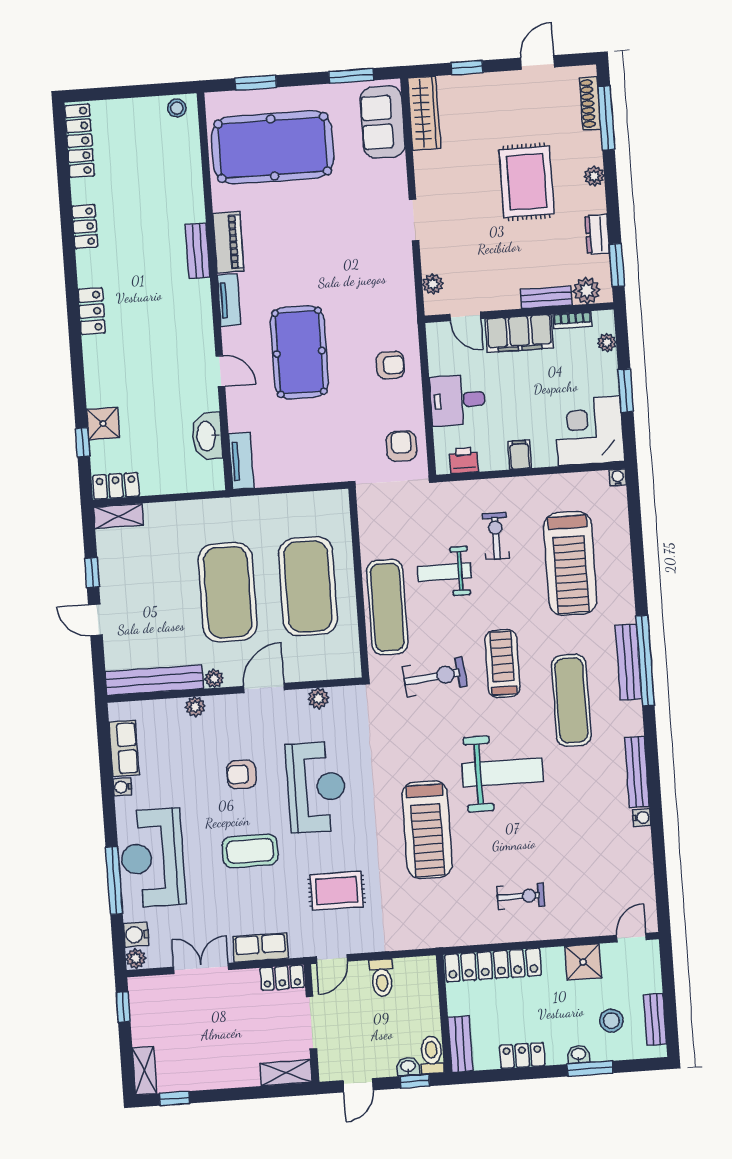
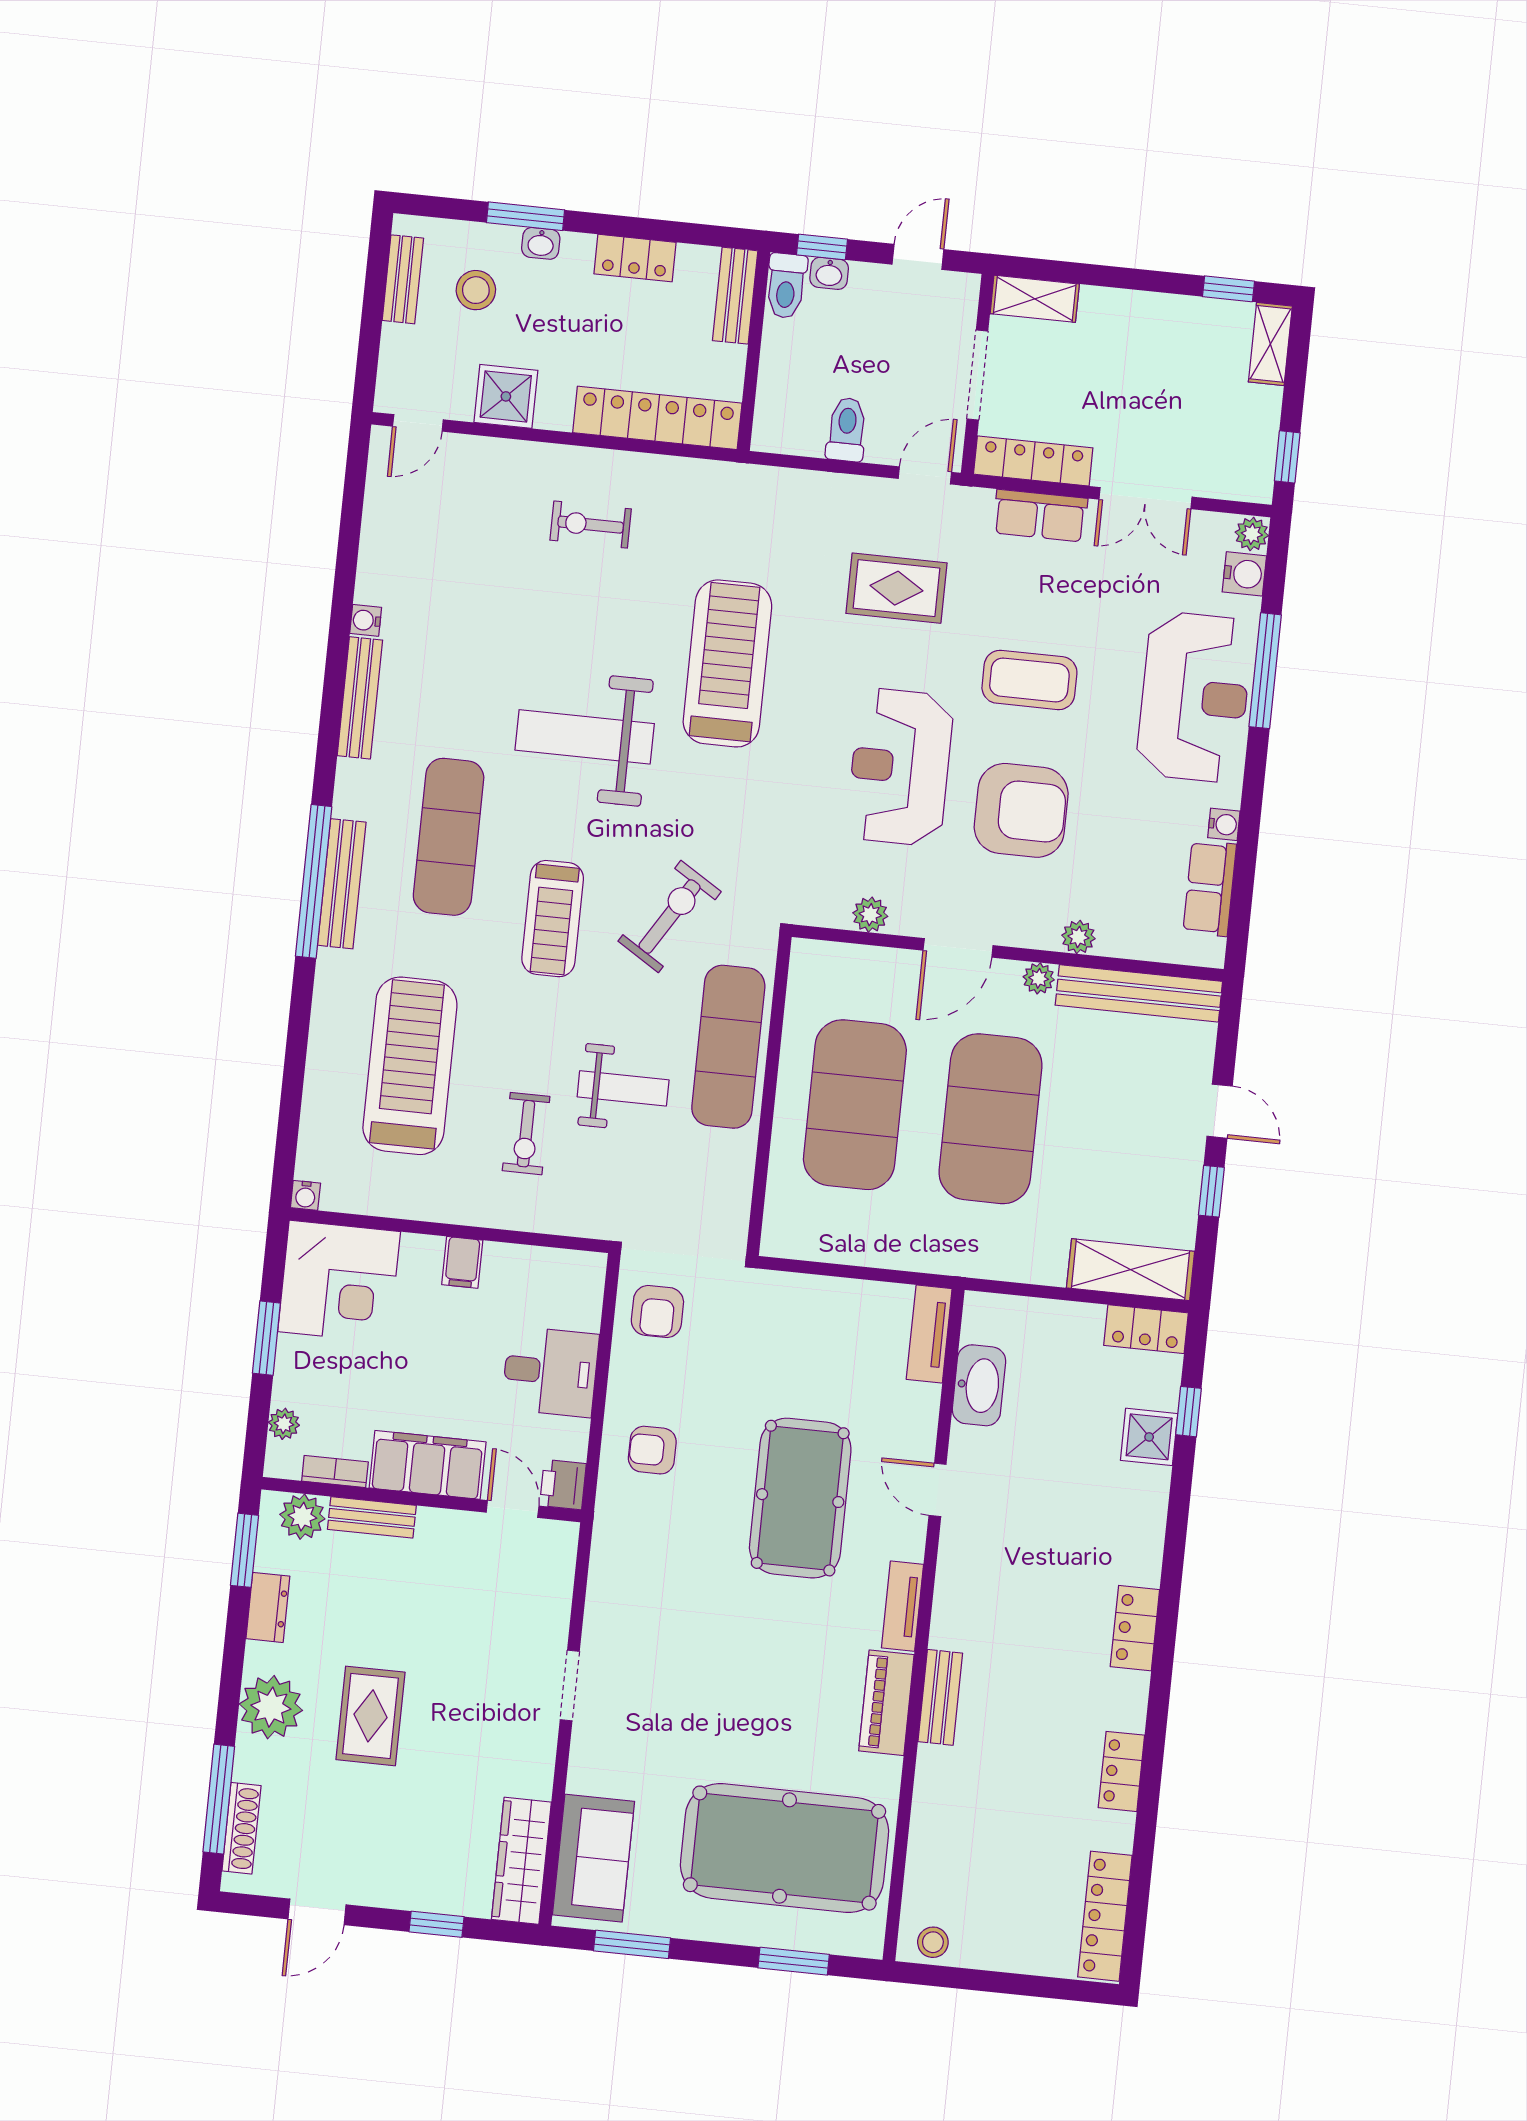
plant: (594, 176) -> (271, 1707), width x1.87, depth x1.87
rug: (527, 182) -> (370, 1716), width x0.73, depth x0.70
plant: (433, 284) -> (557, 1573), removed
printer: (464, 460) -> (563, 1485), moved, turned 90
shelving: (119, 516) -> (1131, 1270), width x1.50, depth x1.33
exercise bike: (435, 677) -> (670, 916), turned 128
armchair: (241, 774) -> (1021, 810), width x1.88, depth x1.88
locker: (282, 978) -> (1033, 461), width x1.53

